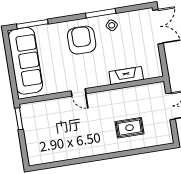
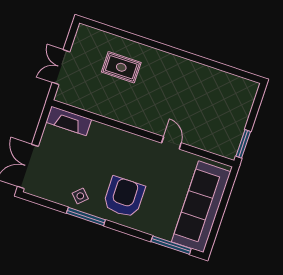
armchair: (82, 40) -> (124, 197), turned 180
fireplace: (126, 76) -> (69, 121), moved
door: (78, 92) -> (171, 143), moved

